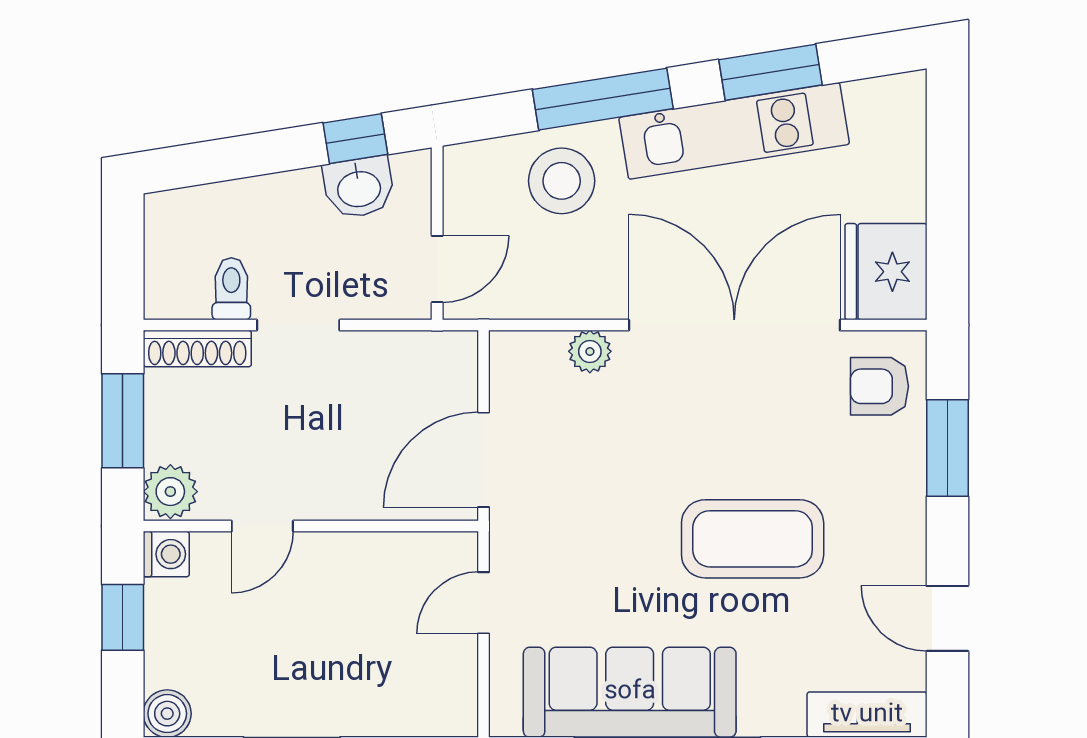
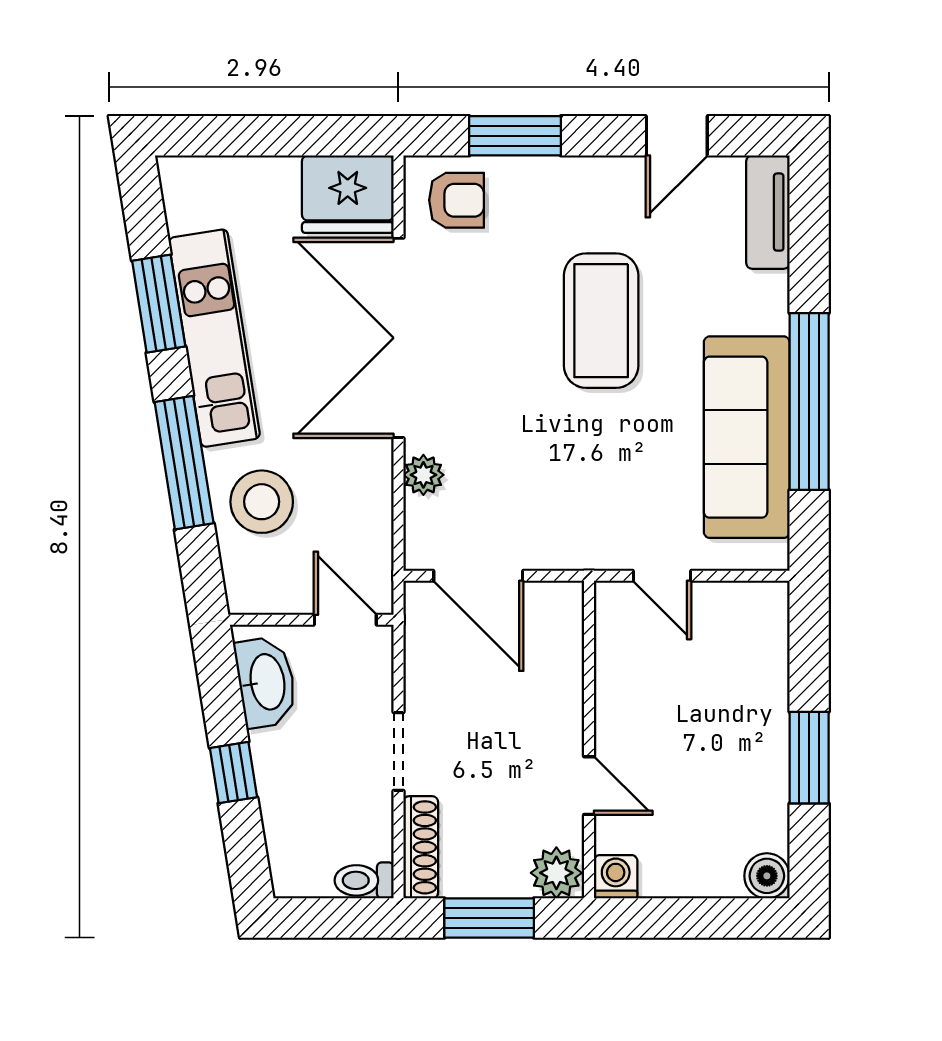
window: (355, 139) -> (234, 773), moved
washbasin: (359, 187) -> (266, 682), width x1.38
toilet: (231, 289) -> (364, 880), moved
armchair: (879, 386) -> (456, 200), turned -90
door: (484, 460) -> (478, 576), moved
window: (123, 617) -> (676, 918), removed

